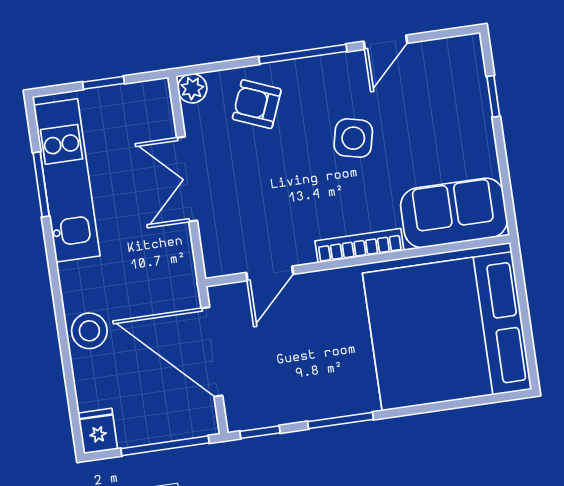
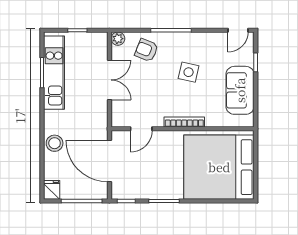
door: (386, 42) -> (238, 30), moved
double door: (187, 179) -> (109, 80), swing flipped
sofa: (454, 213) -> (240, 90), moved, turned -90

